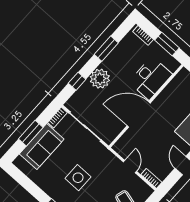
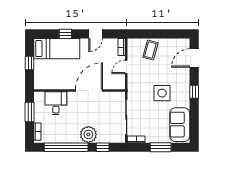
window: (106, 49) -> (66, 147), width x2.11
desk: (151, 78) -> (56, 103), width x0.73
door: (139, 114) -> (89, 91), swing flipped
sofa: (42, 147) -> (180, 125), moved, turned -90

